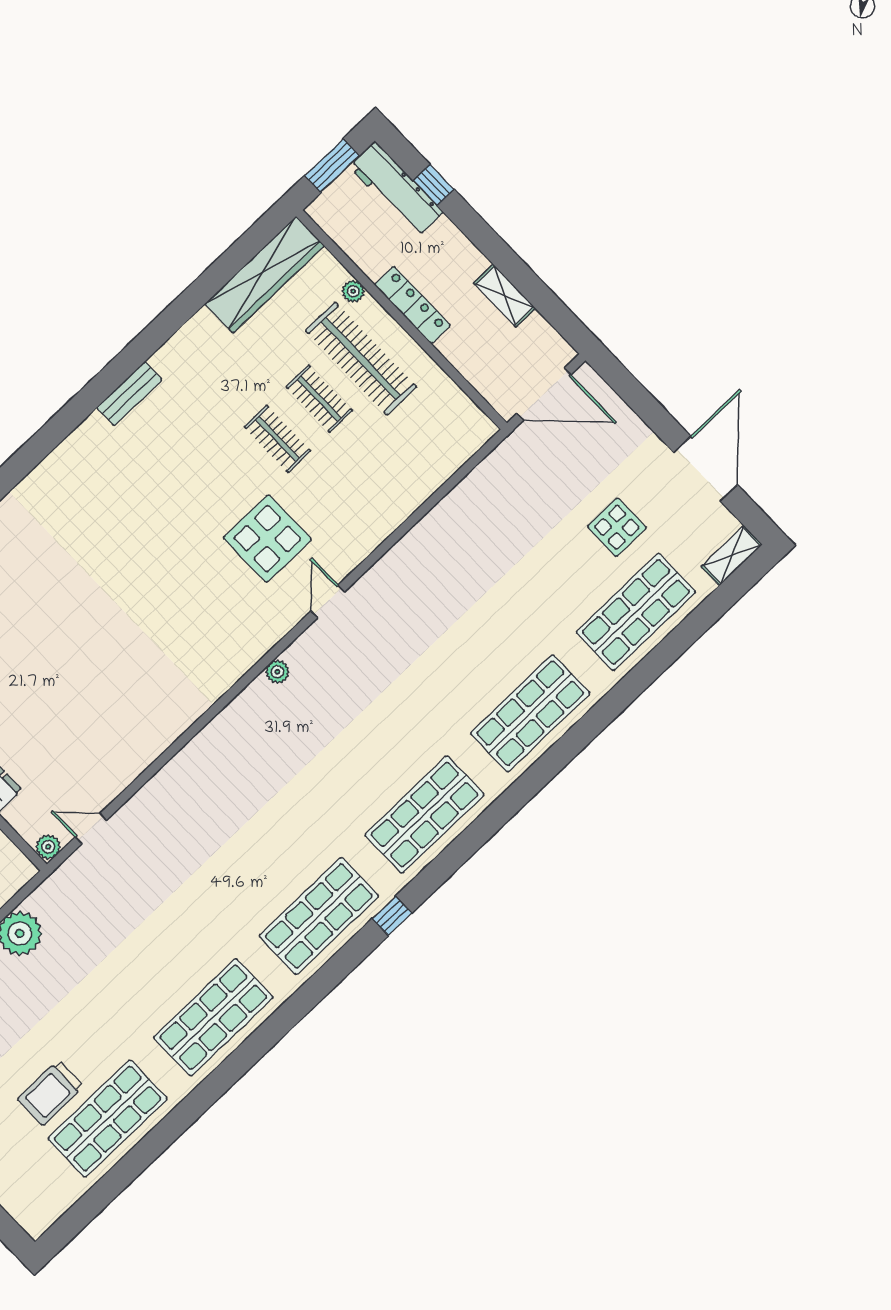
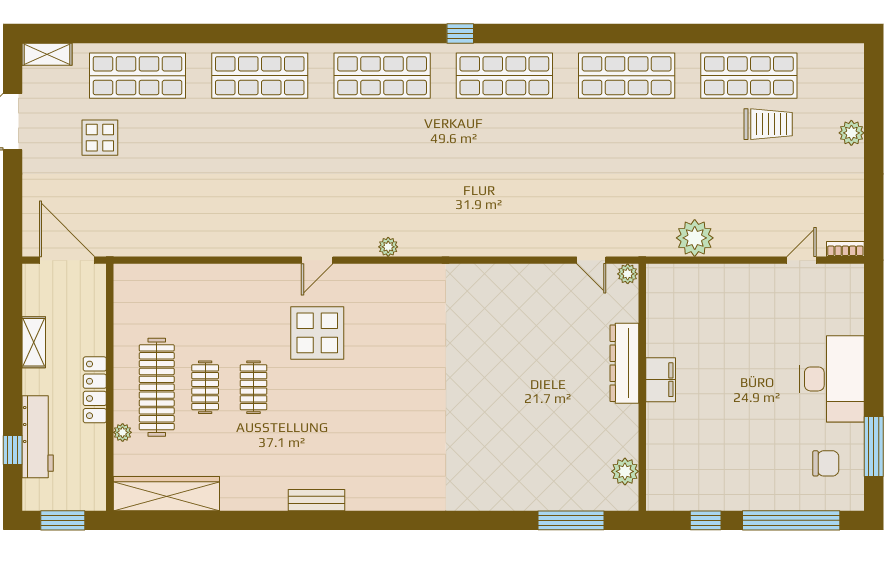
workbench: (396, 189) -> (38, 437), moved

